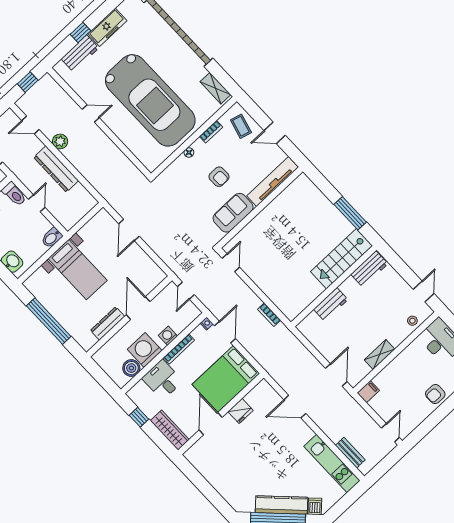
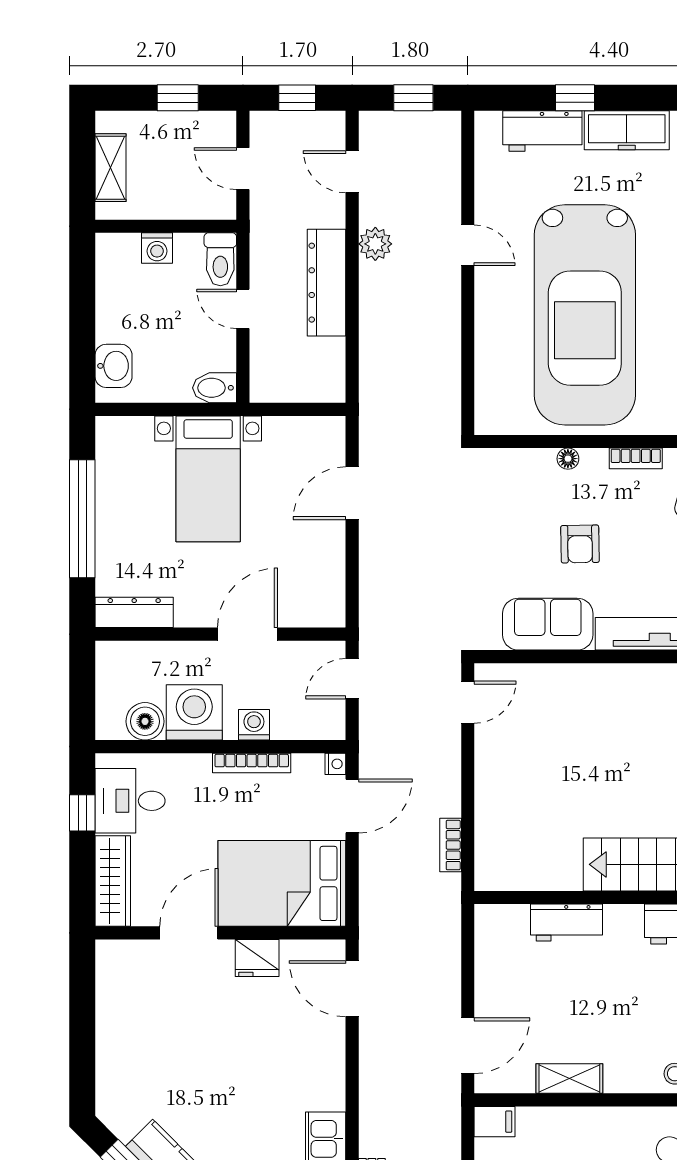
door: (37, 203) -> (243, 309), swing flipped
dresser: (108, 323) -> (134, 612), moved
desk: (162, 380) -> (130, 801), moved, turned -90
door: (295, 407) -> (352, 989), moved

